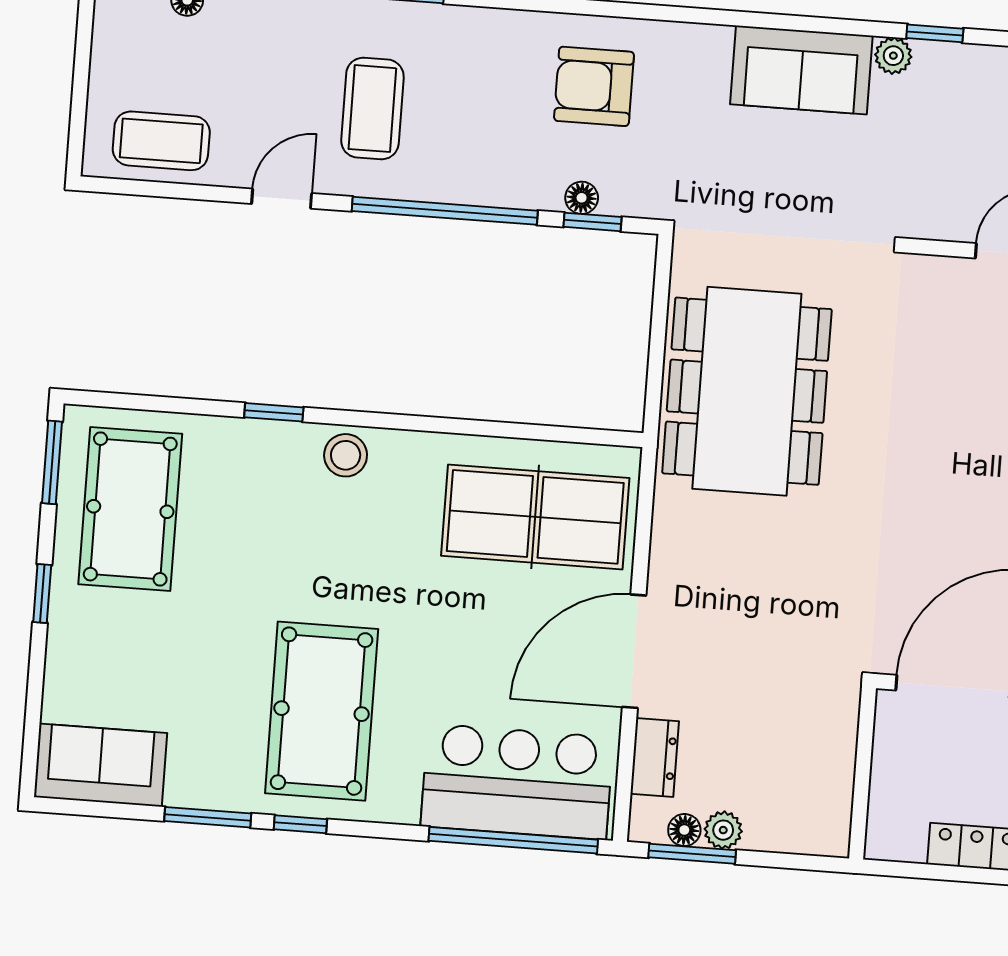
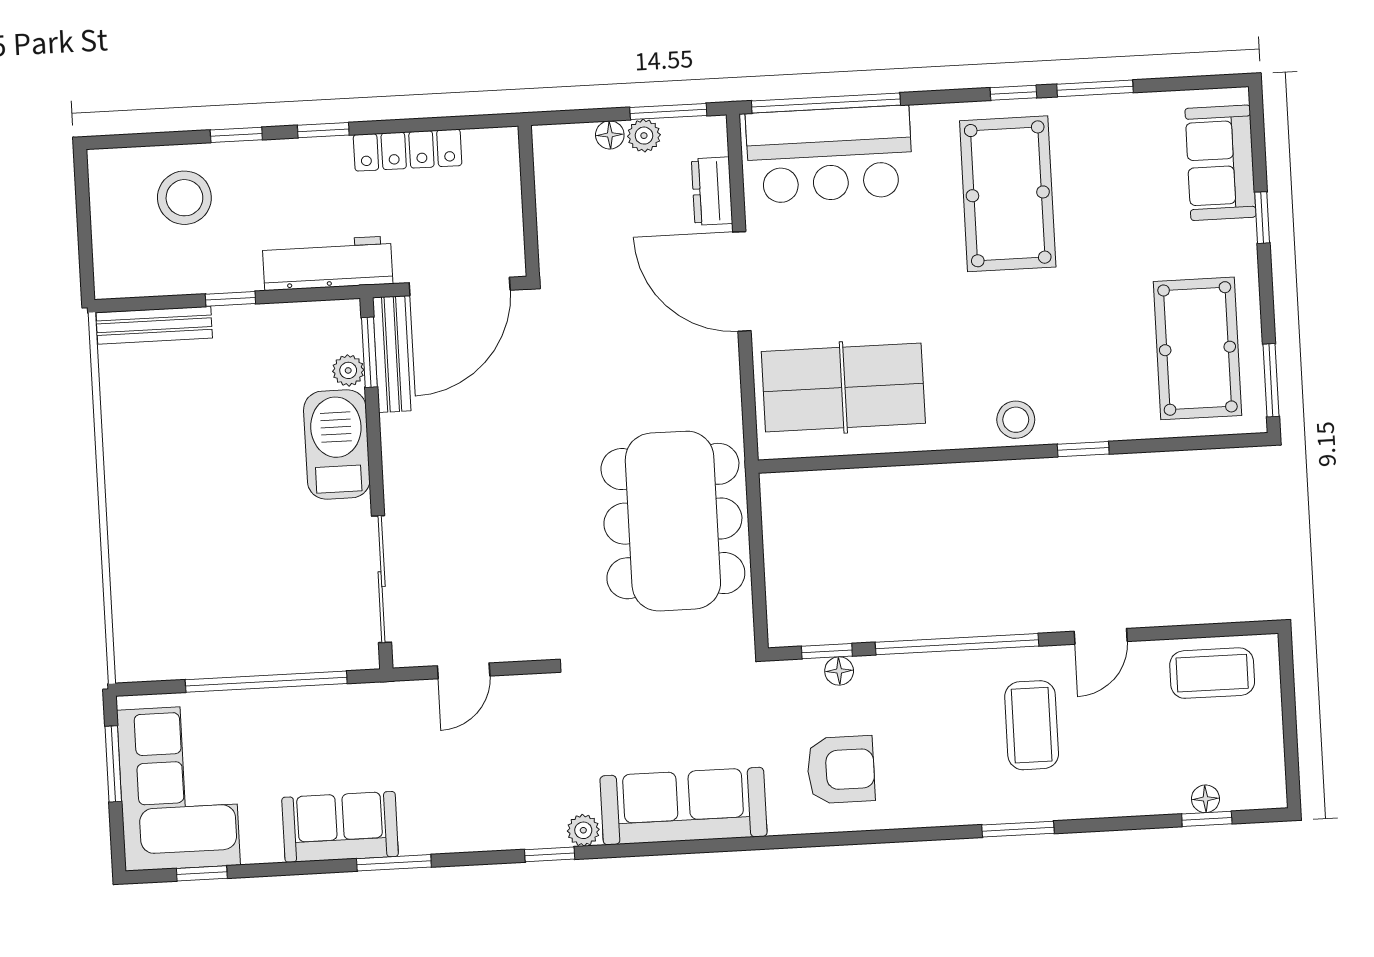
sofa: (801, 70) -> (684, 806), width x1.36
window: (42, 593) -> (1262, 218), moved
door: (634, 651) -> (742, 281), swing flipped
sofa: (100, 765) -> (1220, 163), moved, turned 90
floor lamp: (684, 830) -> (610, 135), moved

